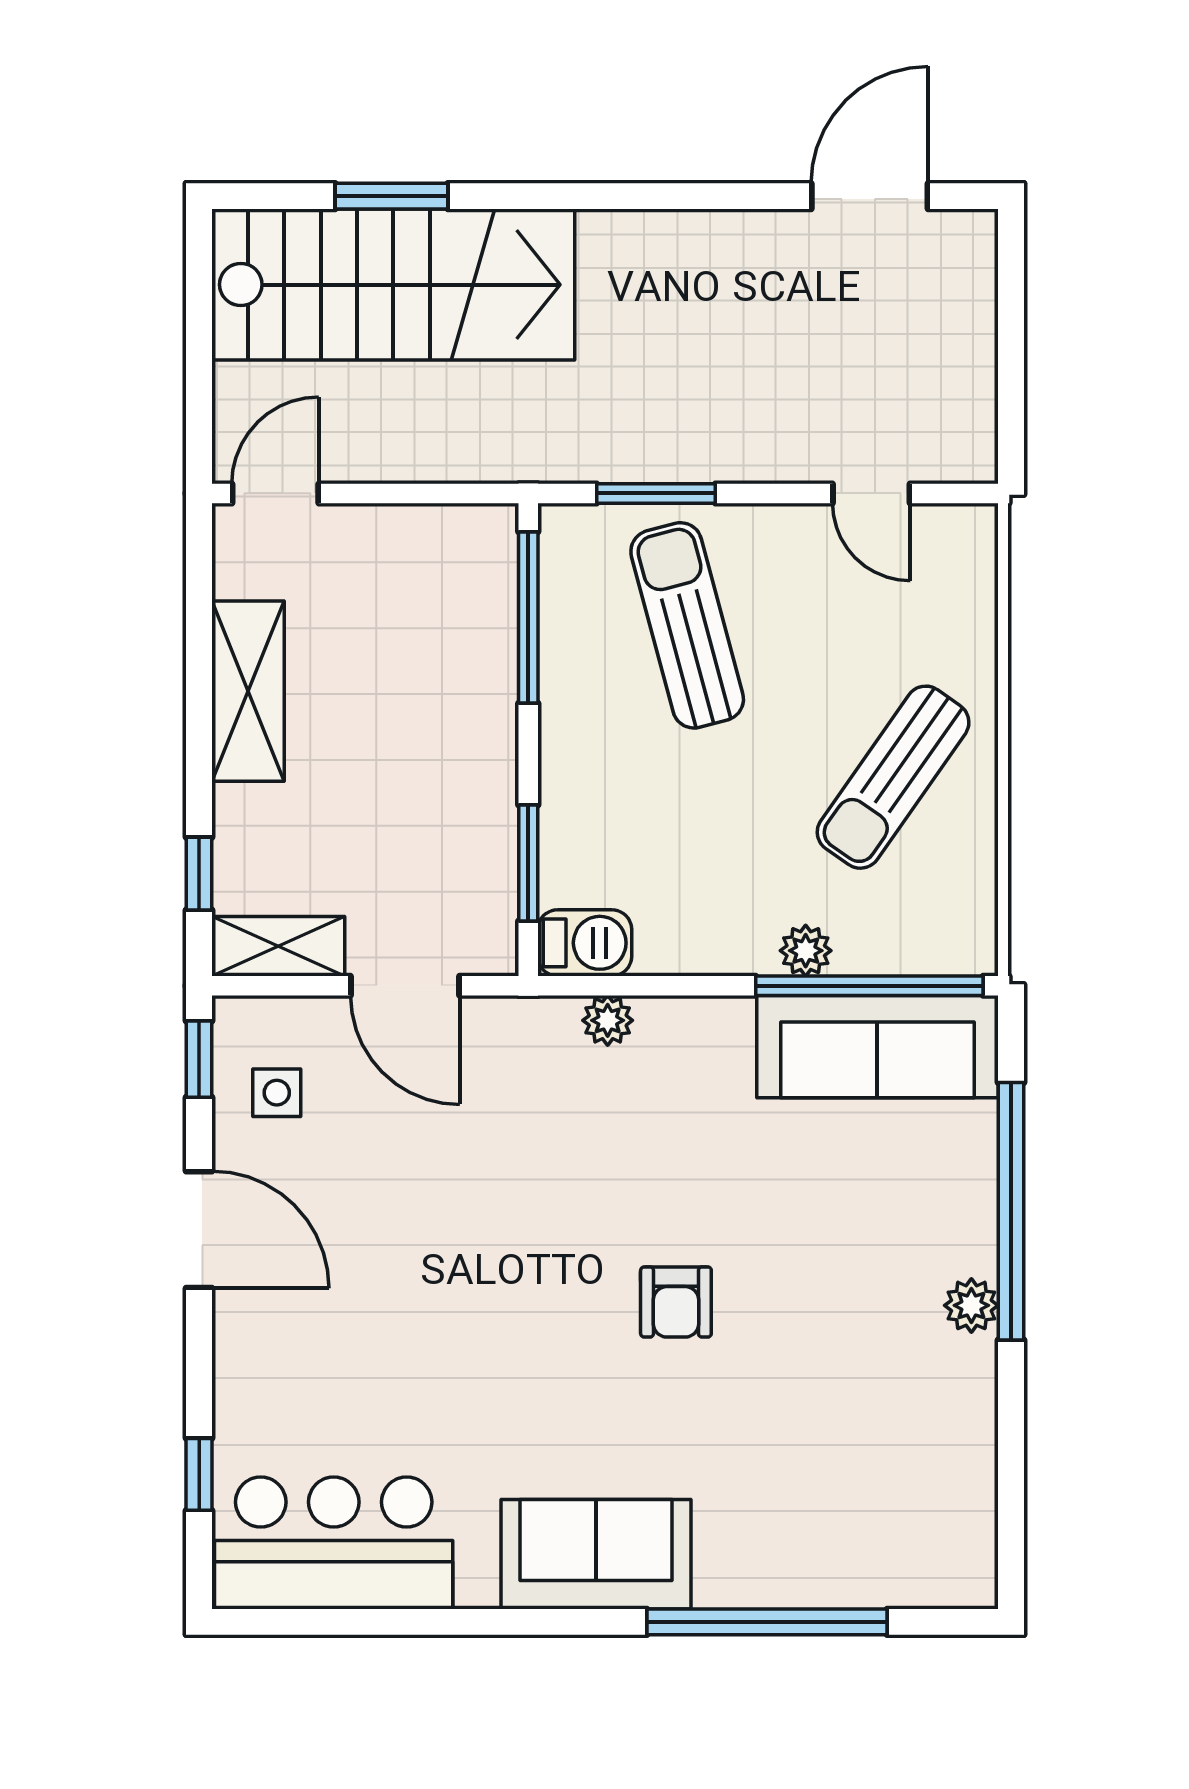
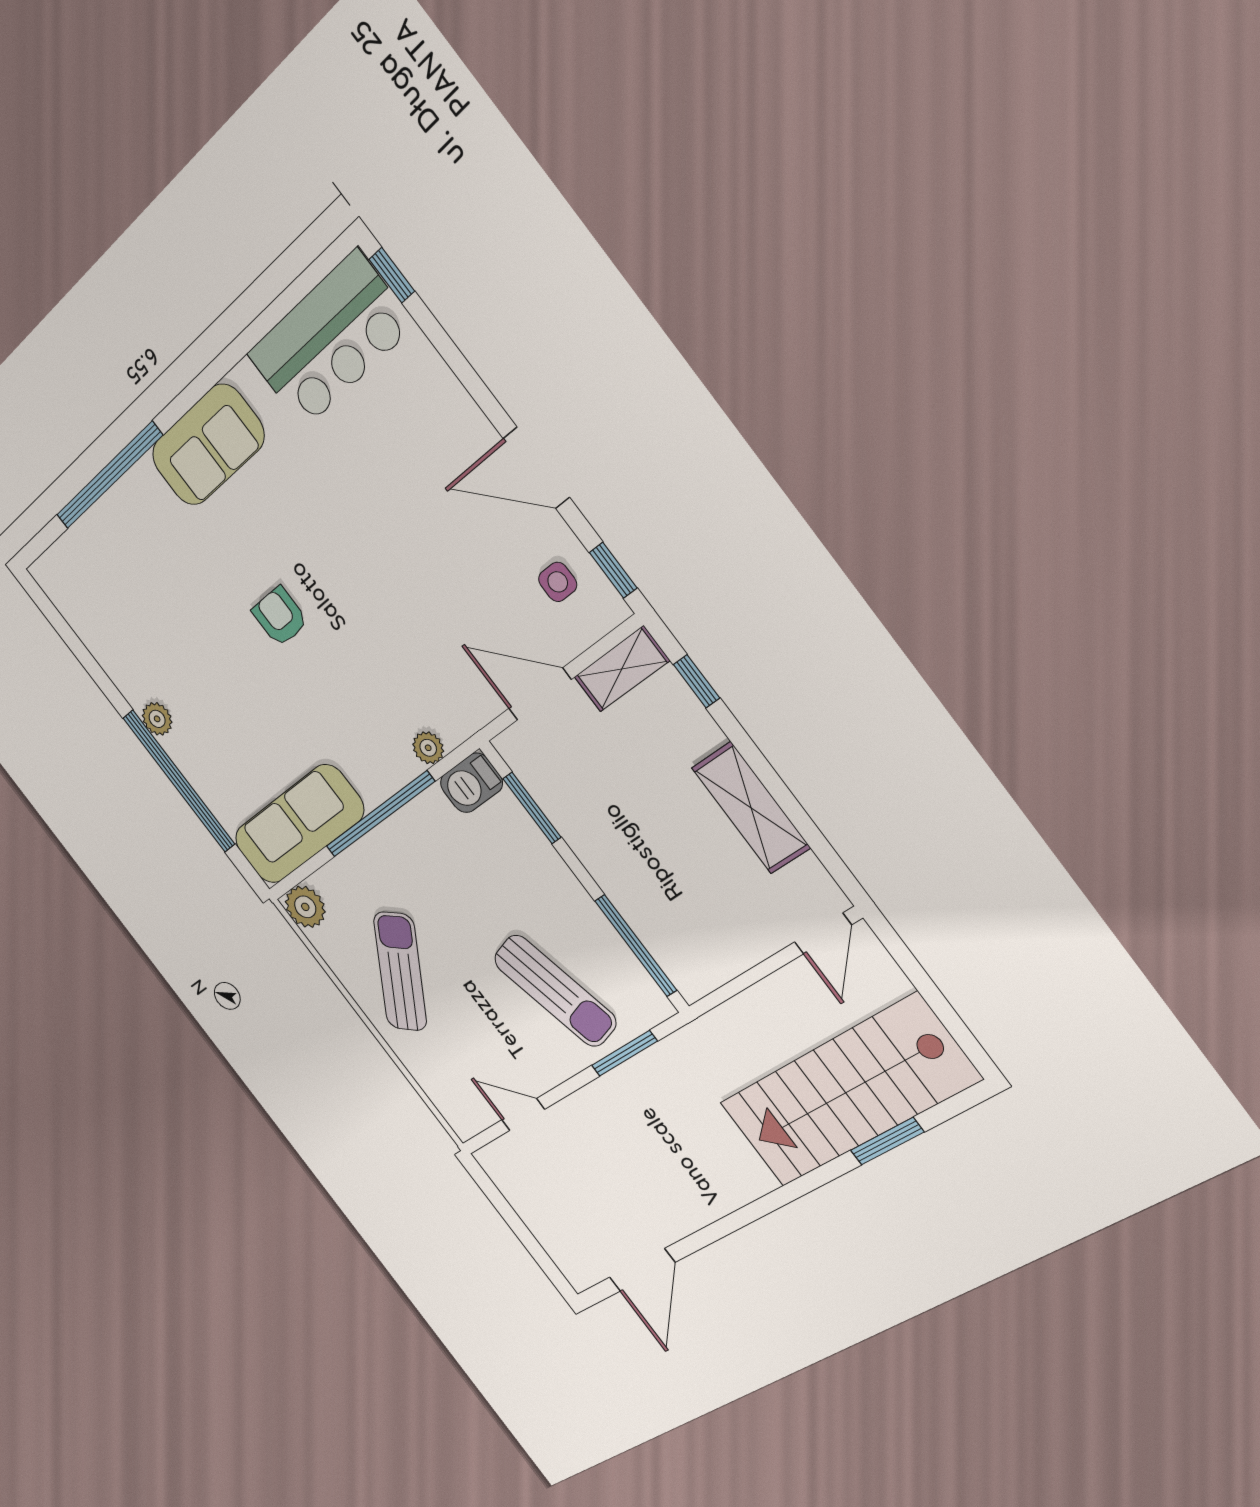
plant: (806, 951) -> (305, 907), moved, width x1.38, depth x1.38
window: (869, 986) -> (380, 814), moved
window: (199, 1474) -> (392, 275), moved

